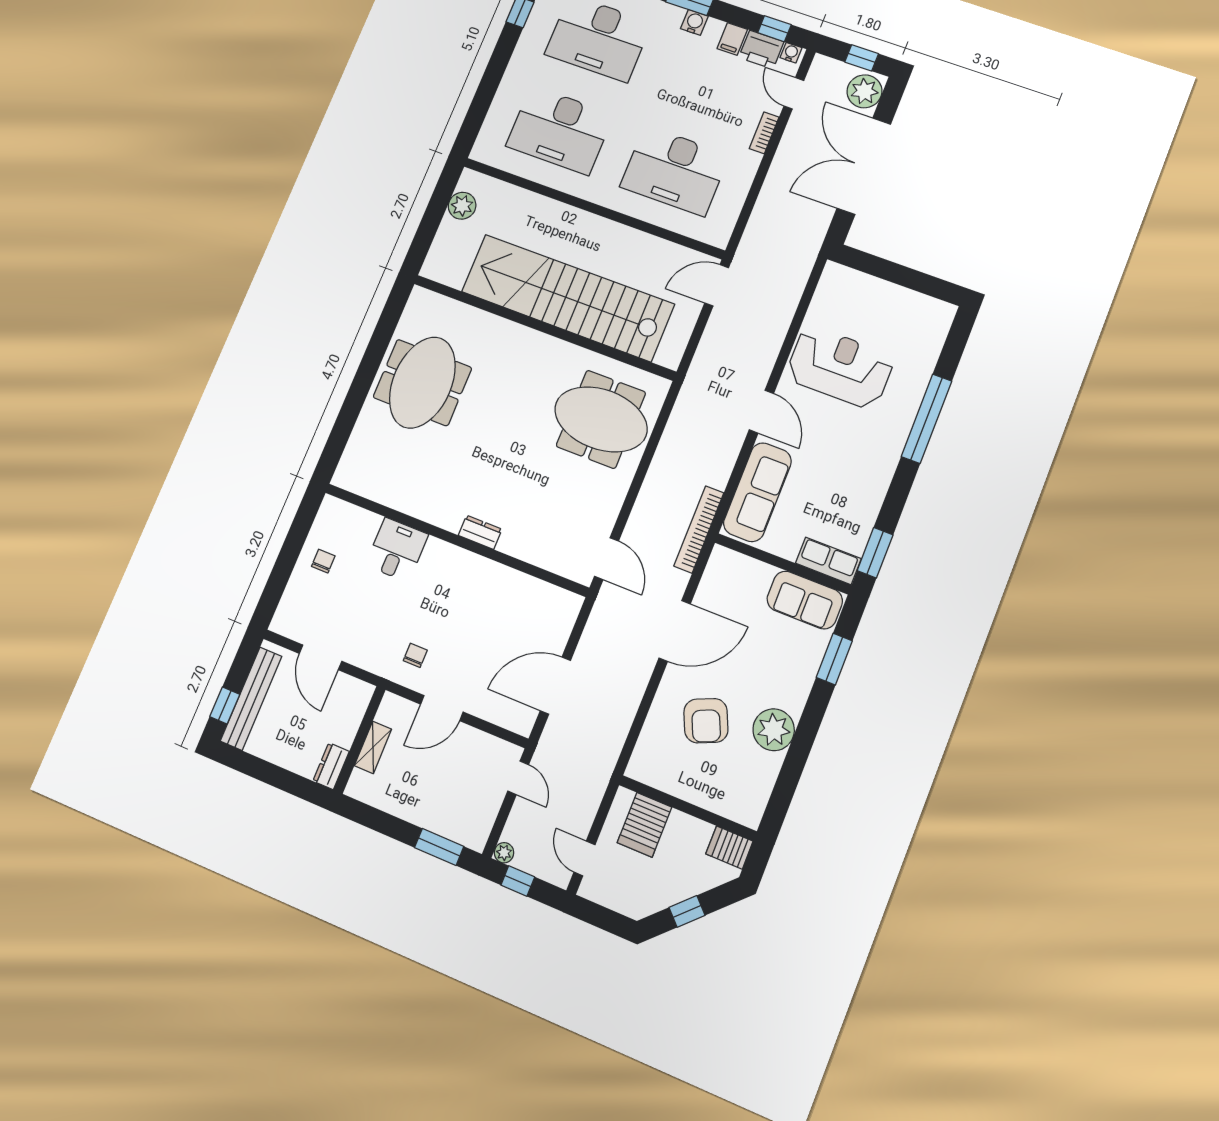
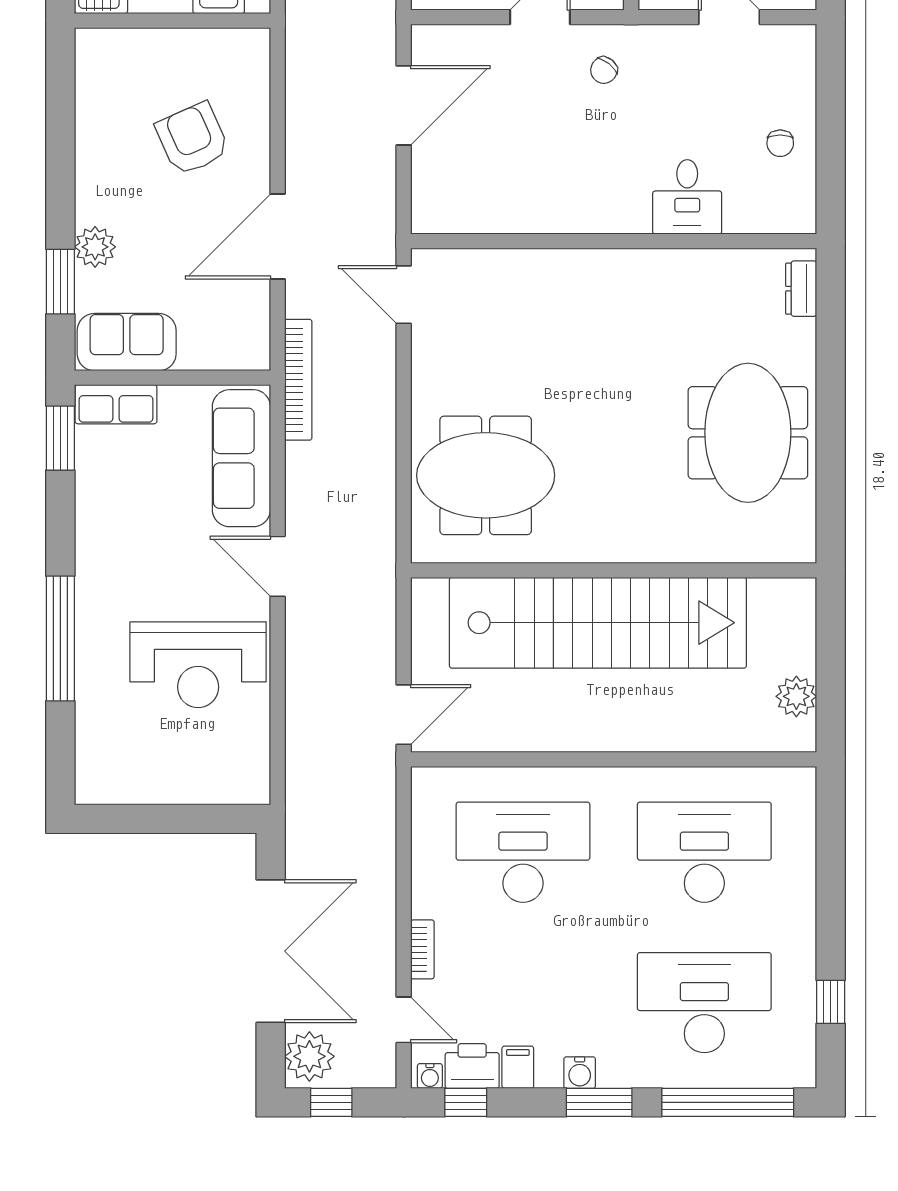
dresser: (480, 532) -> (801, 289), moved, turned 90
chair: (415, 655) -> (604, 70), turned 39
plant: (774, 730) -> (95, 247), moved, width x0.73, depth x0.73

